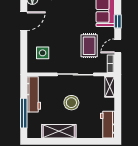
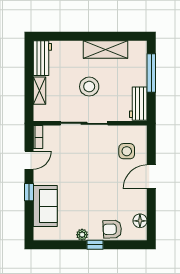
door: (24, 21) -> (151, 177), moved
rug: (89, 46) -> (66, 160), removed
shelving: (110, 87) -> (40, 91), moved
workbench: (34, 94) -> (138, 104), width x0.73

